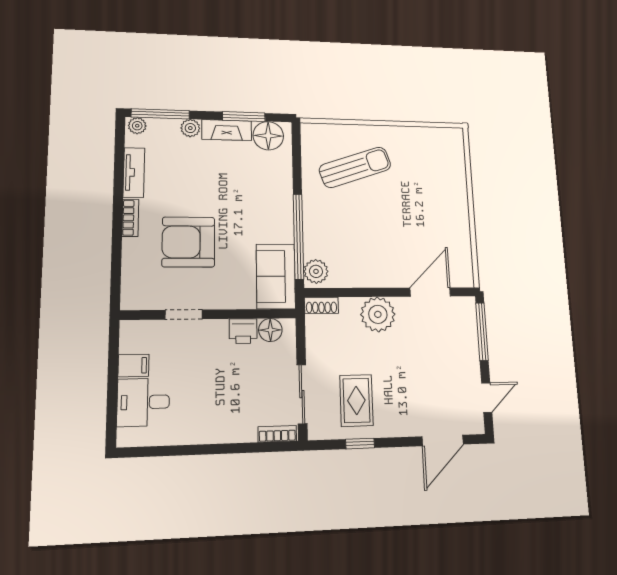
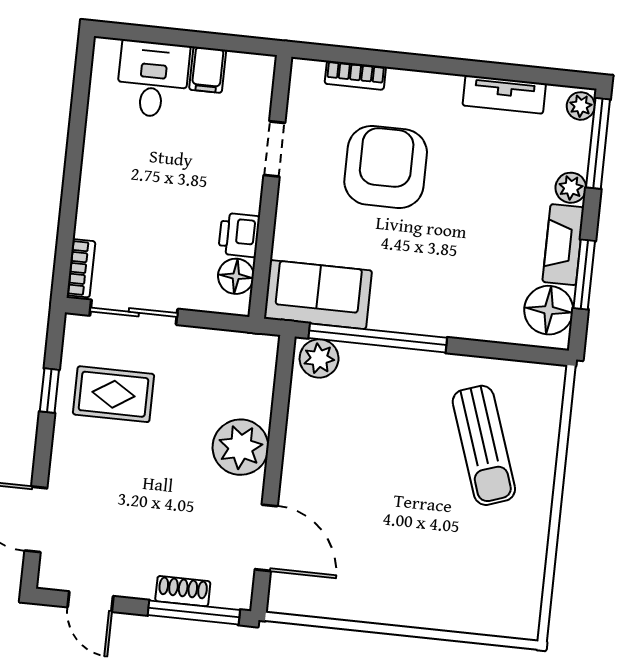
bookcase: (130, 218) -> (355, 75), moved
shoe rack: (321, 305) -> (183, 591), moved, turned 90

